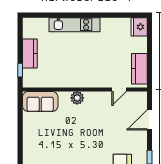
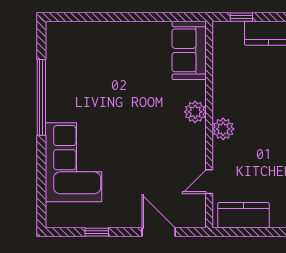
plant: (87, 81) -> (223, 129), added
door: (119, 90) -> (209, 182), hinge flipped

